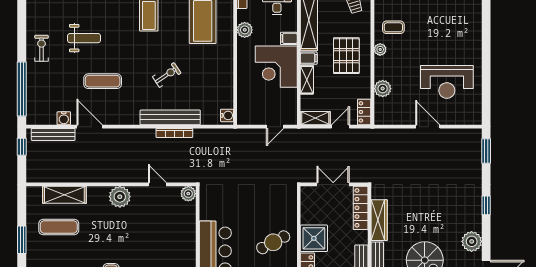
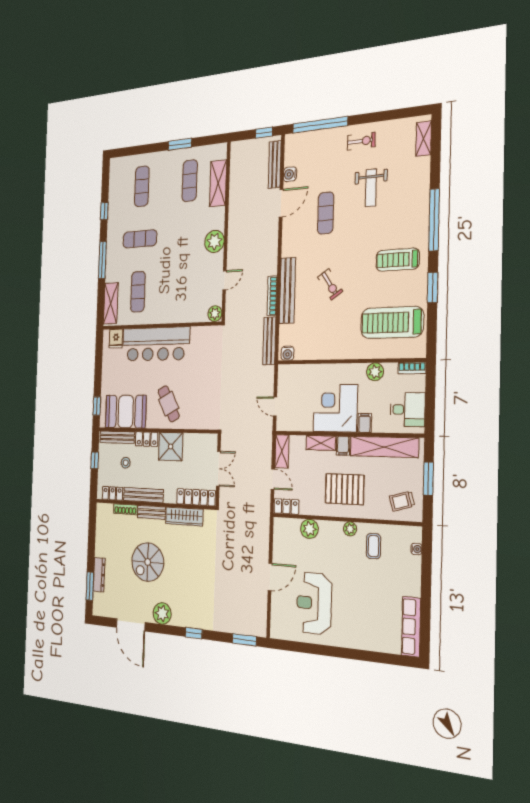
bench: (215, 134) -> (269, 341), added

